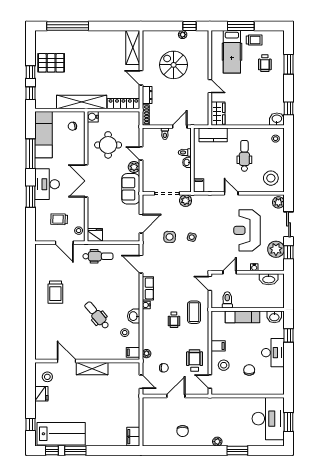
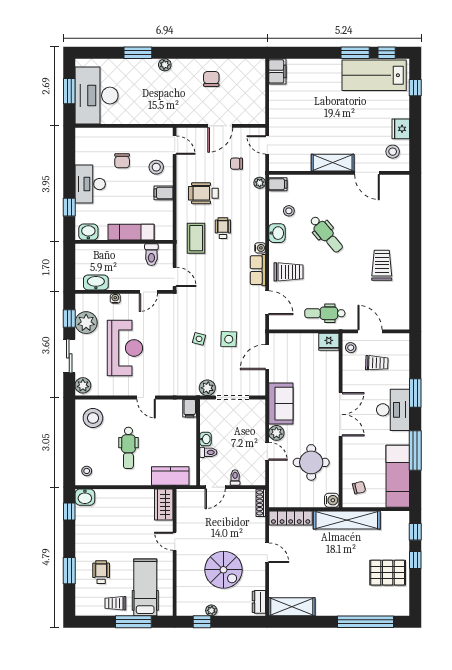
shelving: (133, 48) -> (292, 607), moved, turned 90
dresser: (147, 95) -> (259, 602), moved
trolley: (125, 287) -> (288, 272), added
wheelchair: (195, 360) -> (203, 193), moved, turned 90

